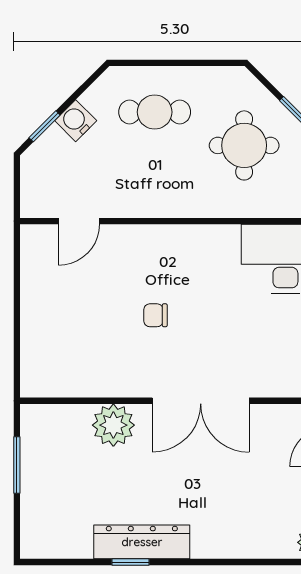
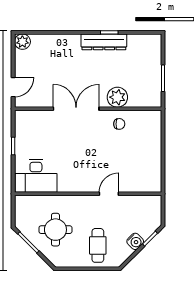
cafe table: (155, 112) -> (98, 245), turned 90
door: (79, 221) -> (109, 194), moved
chair: (156, 315) -> (119, 124), moved

